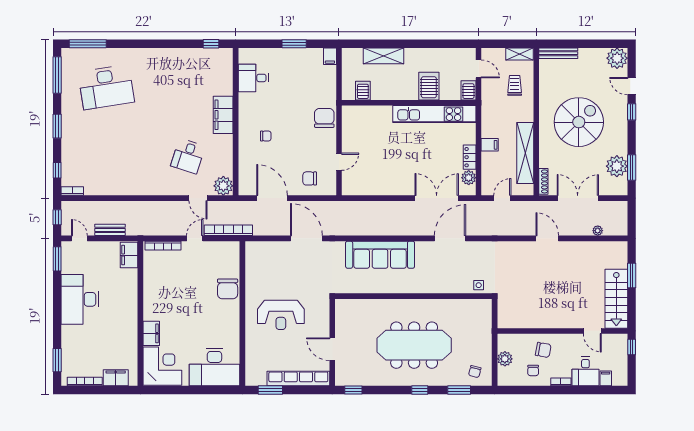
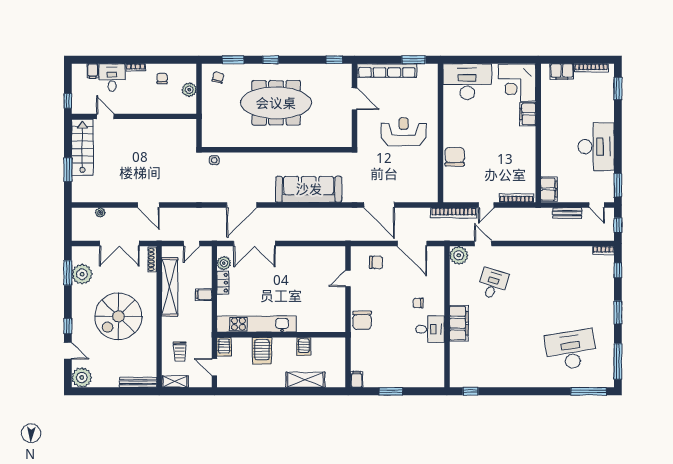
desk: (253, 78) -> (430, 329), moved
server rack: (363, 91) -> (304, 346), moved
chair: (543, 350) -> (152, 98), removed

